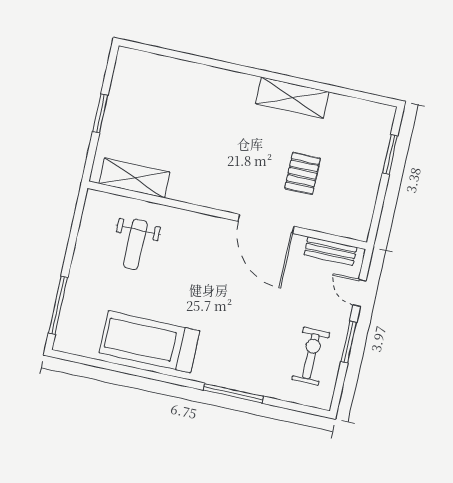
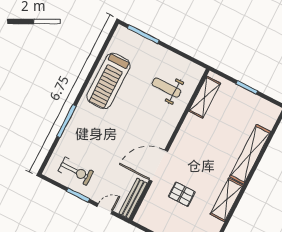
shelving: (208, 79) -> (250, 154), added
bench: (330, 251) -> (133, 198), width x1.36
treadmill: (149, 342) -> (108, 81), turned 180

